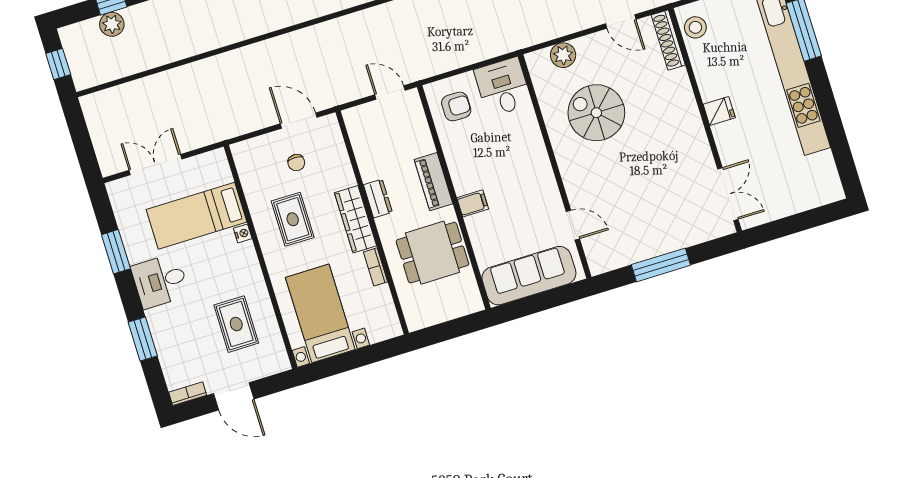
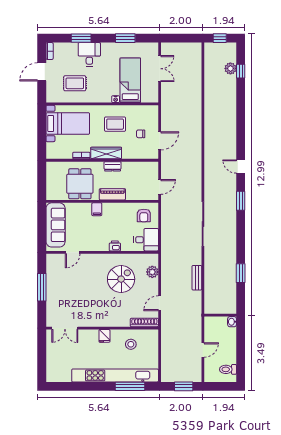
stool: (695, 27) -> (131, 344), moved
printer: (534, 145) -> (115, 246), added
desk: (160, 281) -> (89, 54), moved

